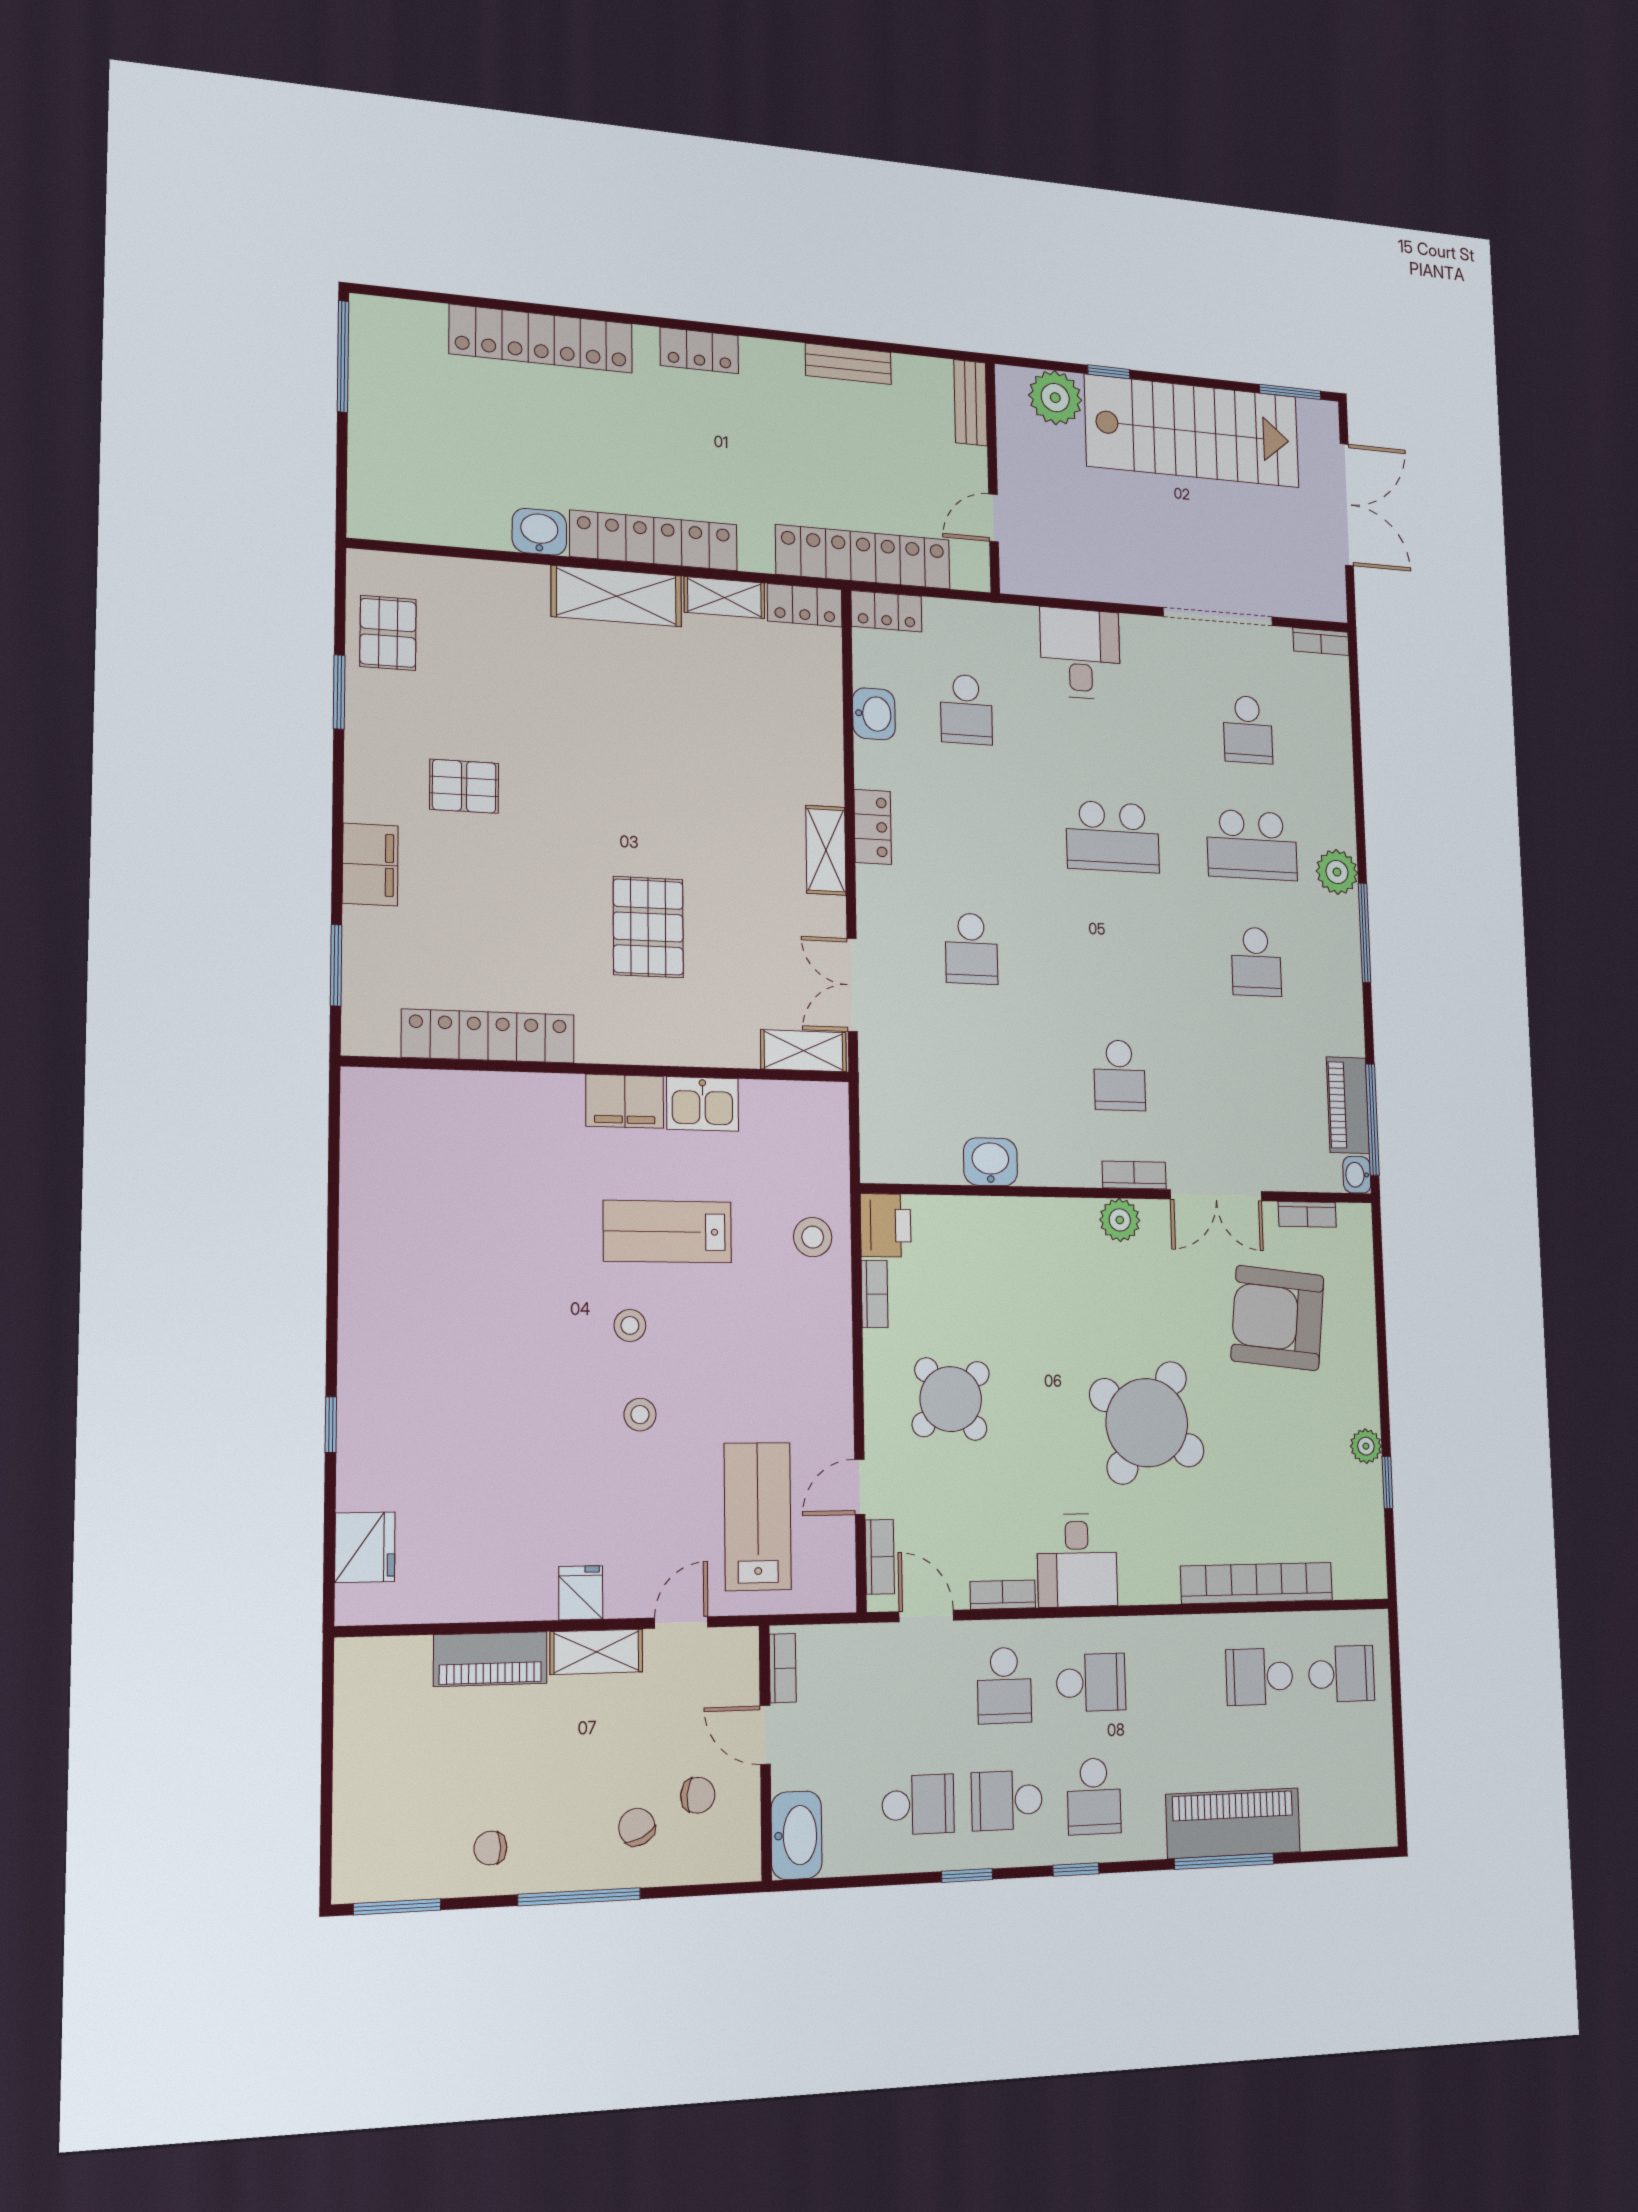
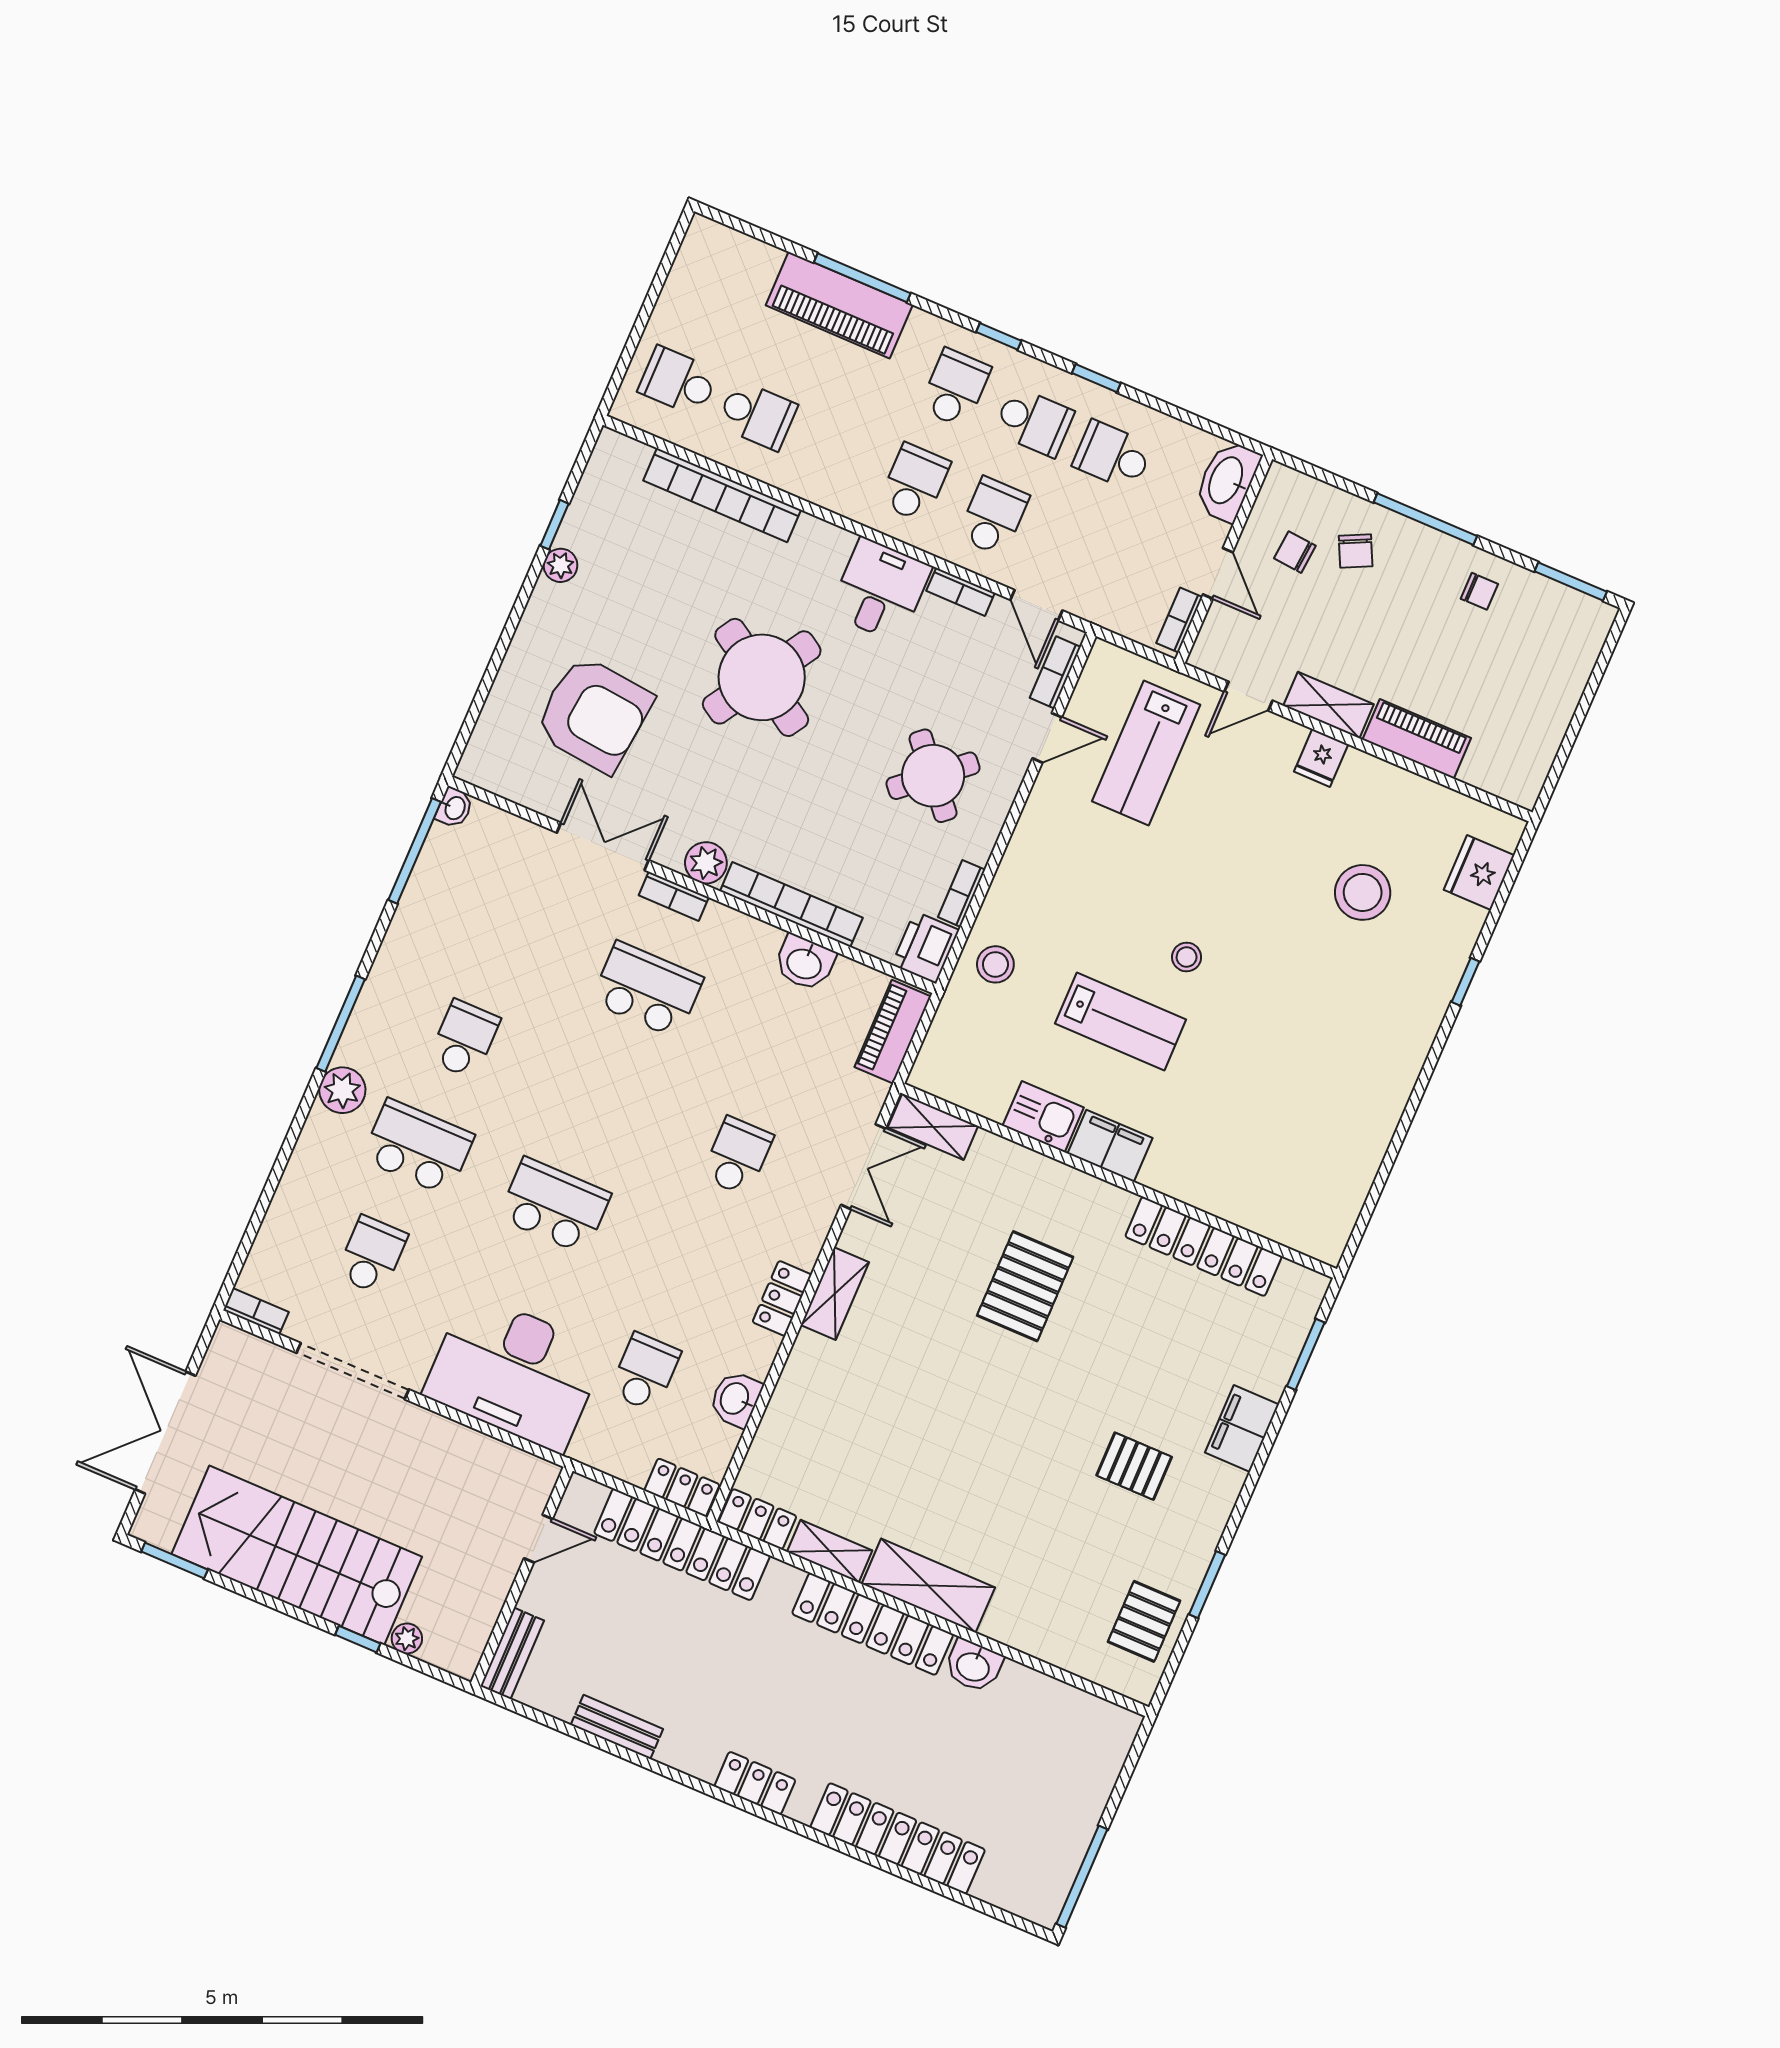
plant: (1055, 398) -> (407, 1639), width x0.53, depth x0.53
desk: (1080, 654) -> (514, 1372), width x1.87, depth x1.30
school desk: (1120, 1075) -> (647, 990), width x1.85
piano: (1348, 1105) -> (893, 1032), moved, turned 180
bookcase: (1307, 1214) -> (791, 904), moved, width x2.31, depth x1.31
stool: (640, 1415) -> (1363, 892), moved, width x1.89, depth x1.89
school desk: (1091, 1682) -> (915, 483), turned 90

